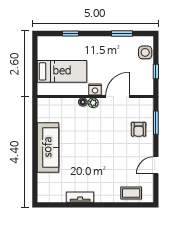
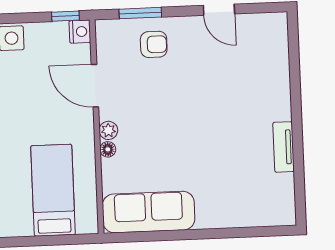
window: (156, 71) -> (65, 16), moved
nightstand: (95, 90) -> (80, 32), moved
sofa: (48, 147) -> (149, 212), moved
coffee table: (131, 193) -> (272, 53), removed

